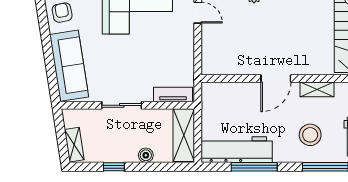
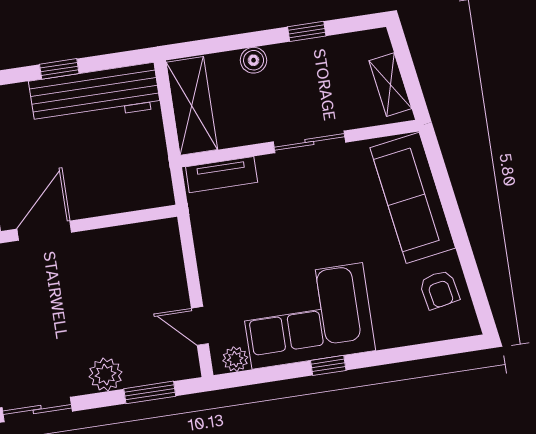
shelving: (74, 145) -> (390, 85), moved
window: (254, 167) -> (59, 69), width x0.46

